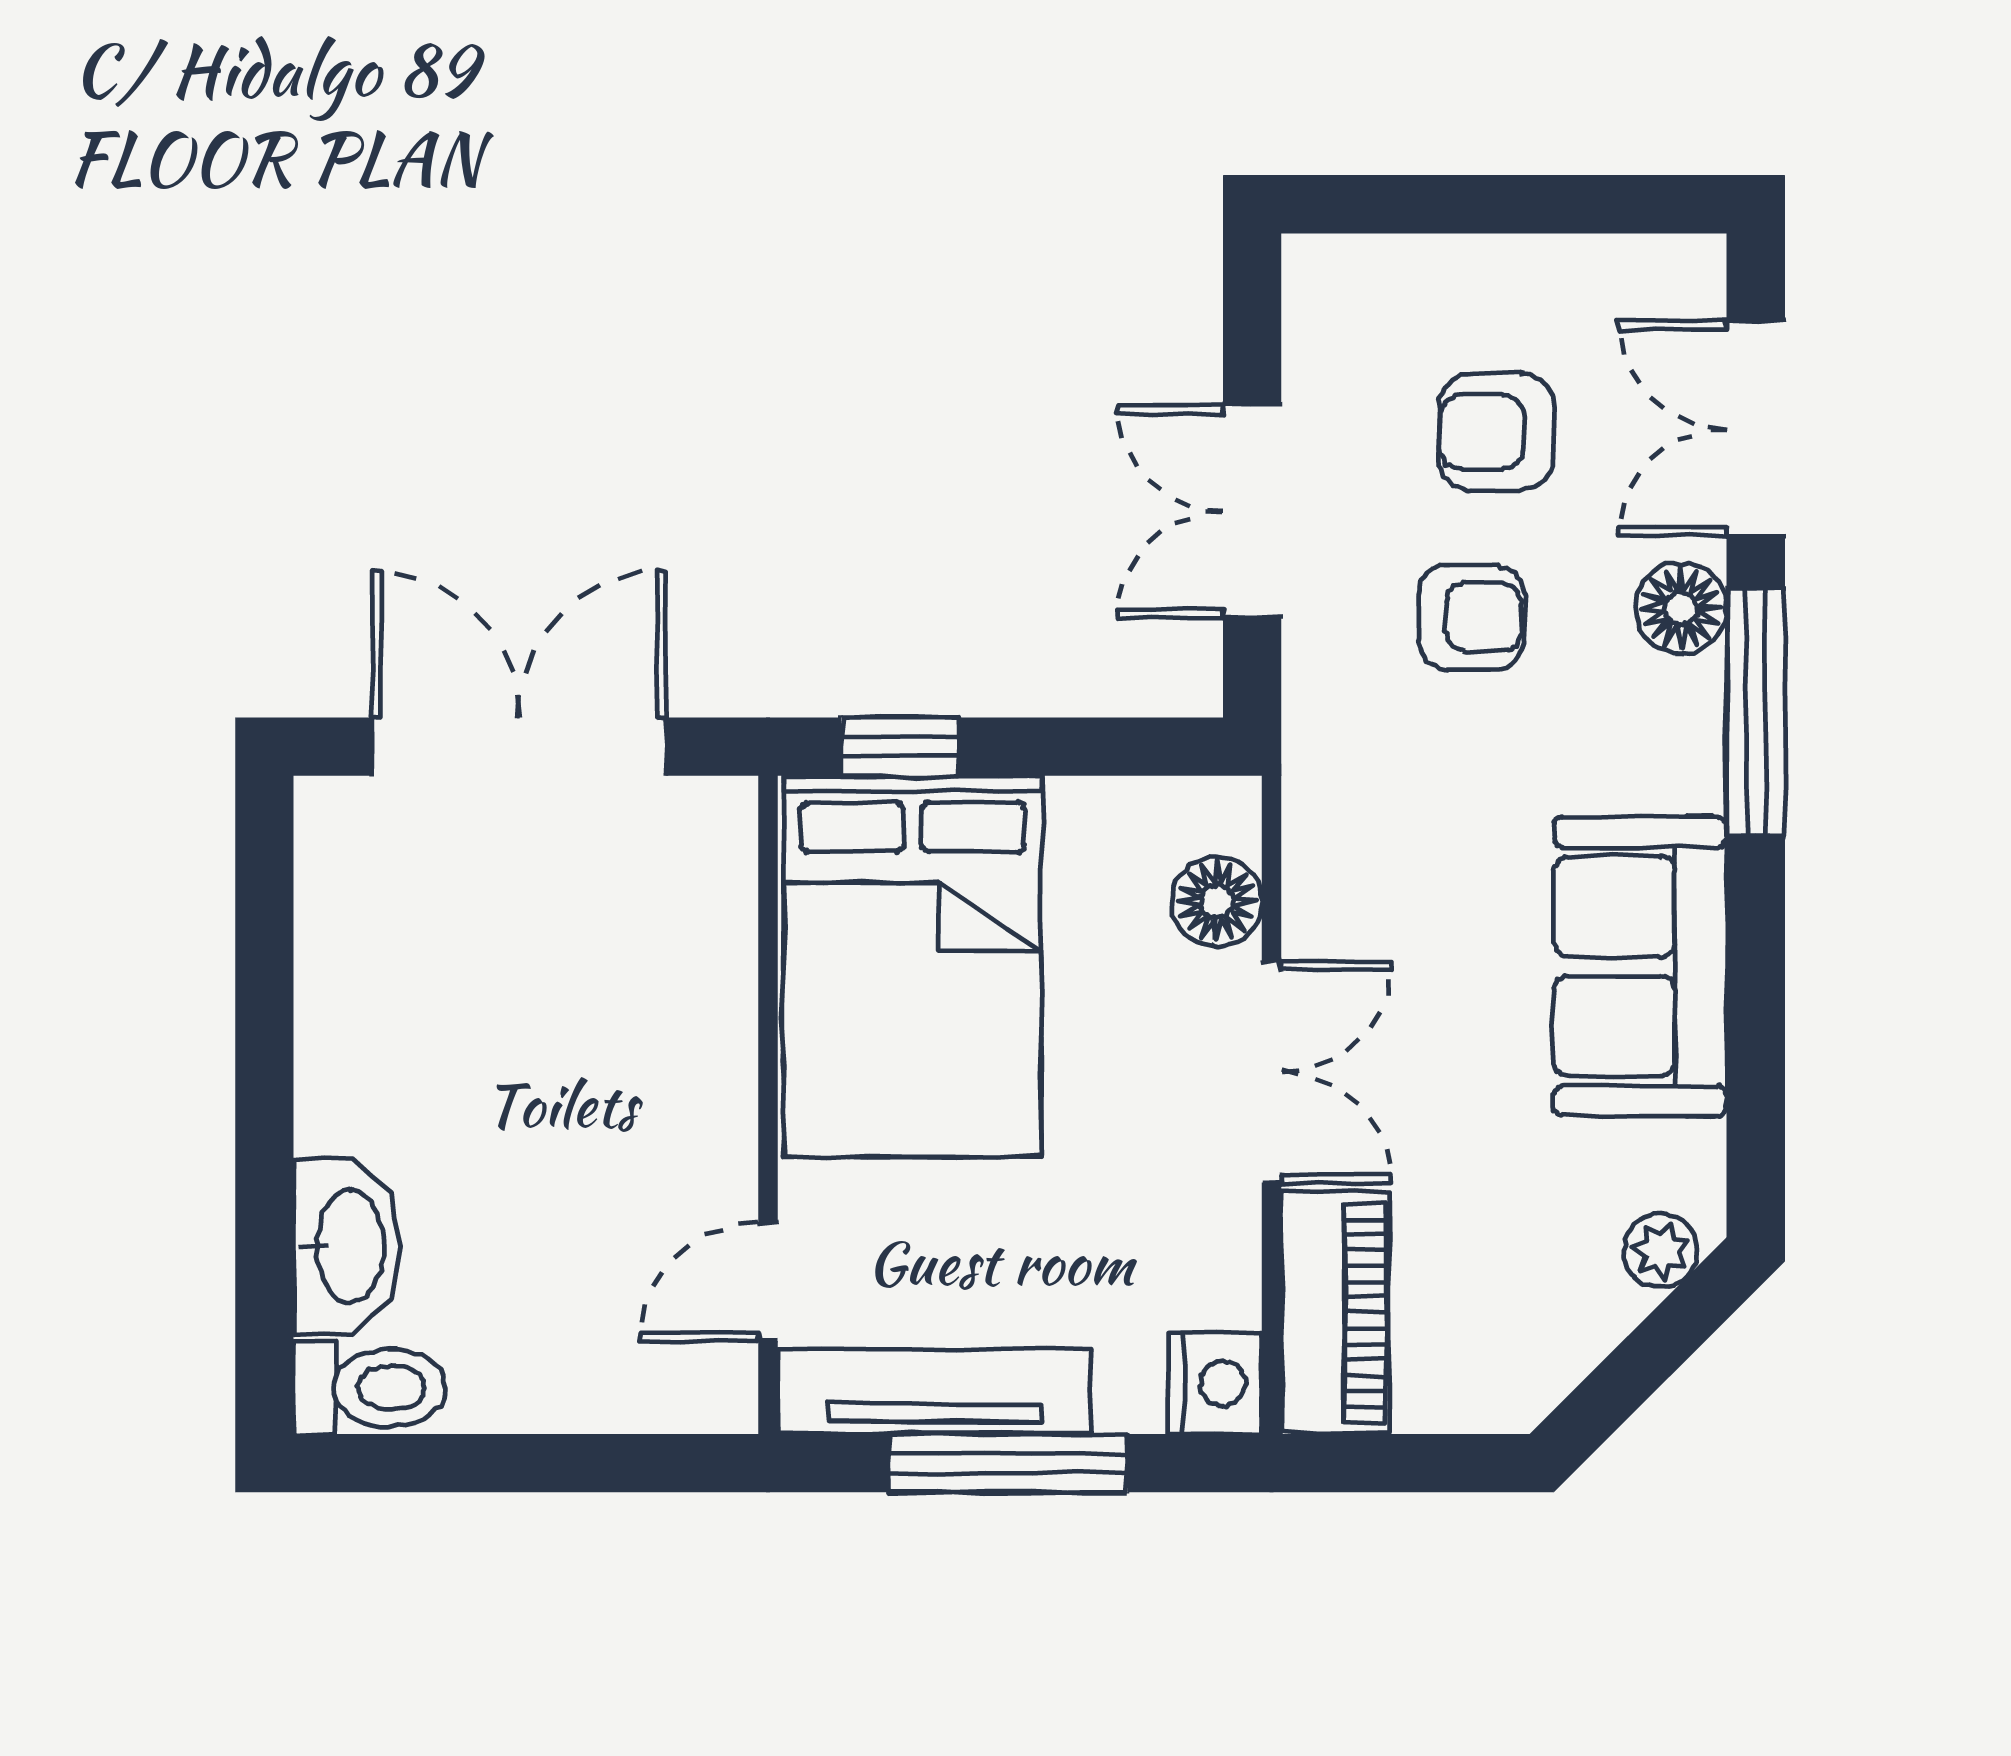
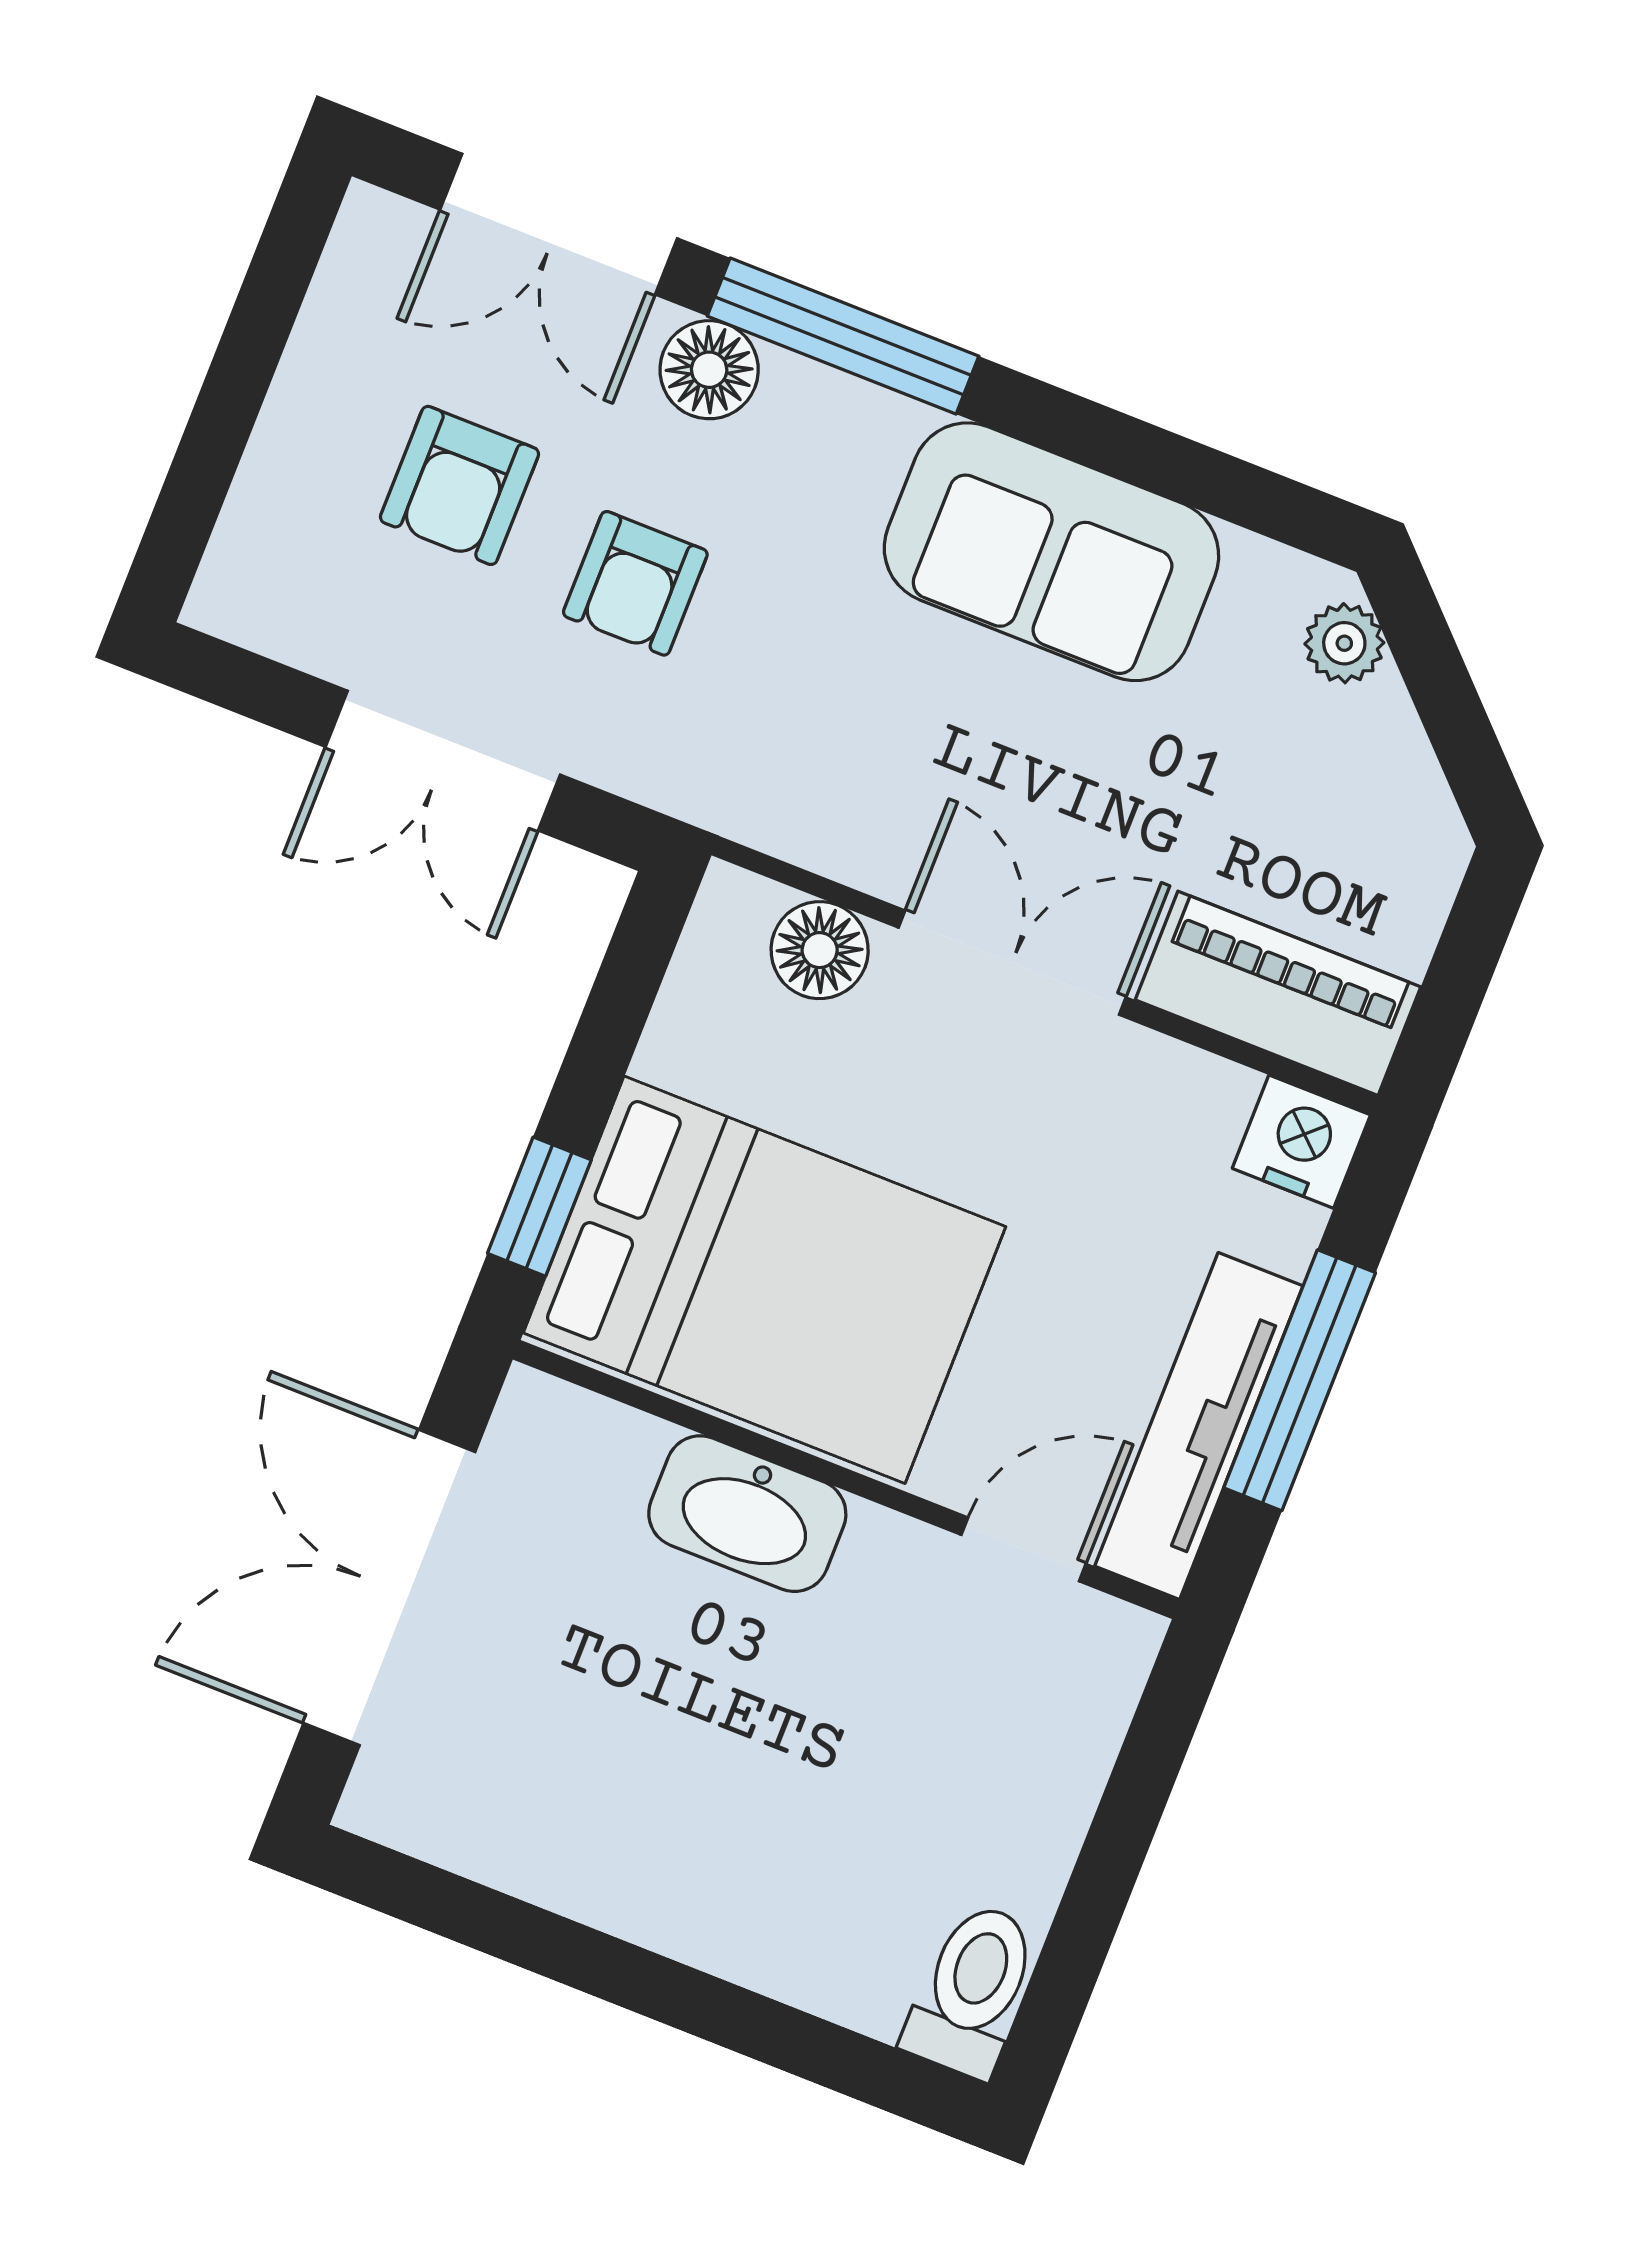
armchair: (1471, 617) -> (635, 583), turned 180
washbasin: (347, 1246) -> (747, 1514), moved, turned 180
door: (768, 1282) -> (1024, 1549), swing flipped

